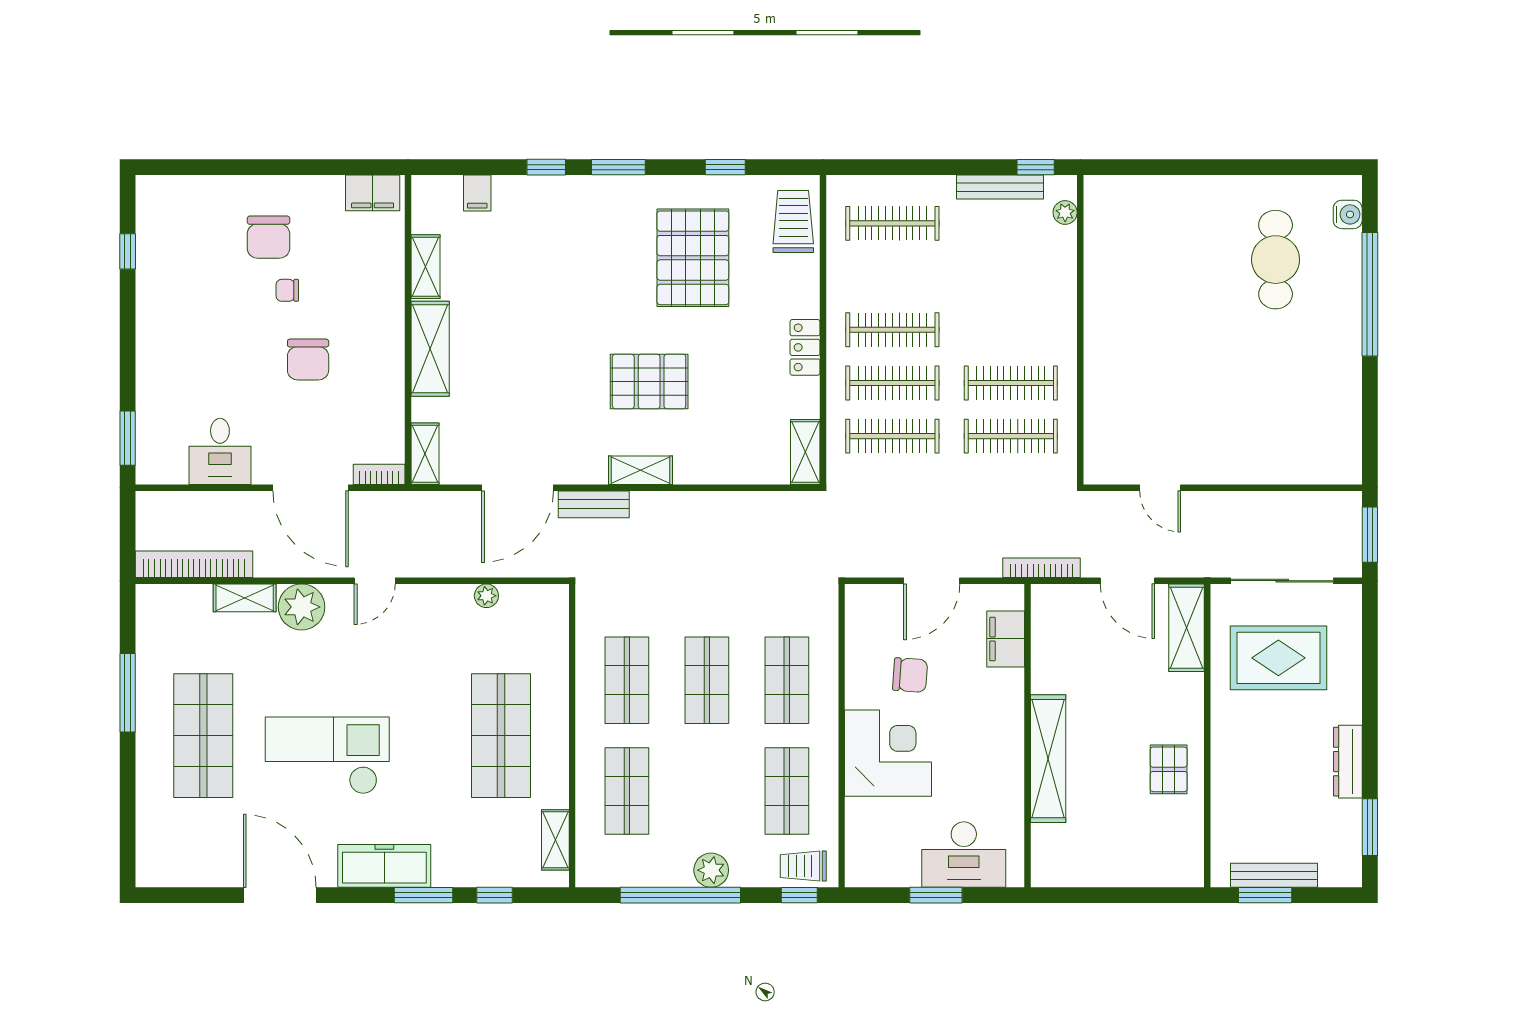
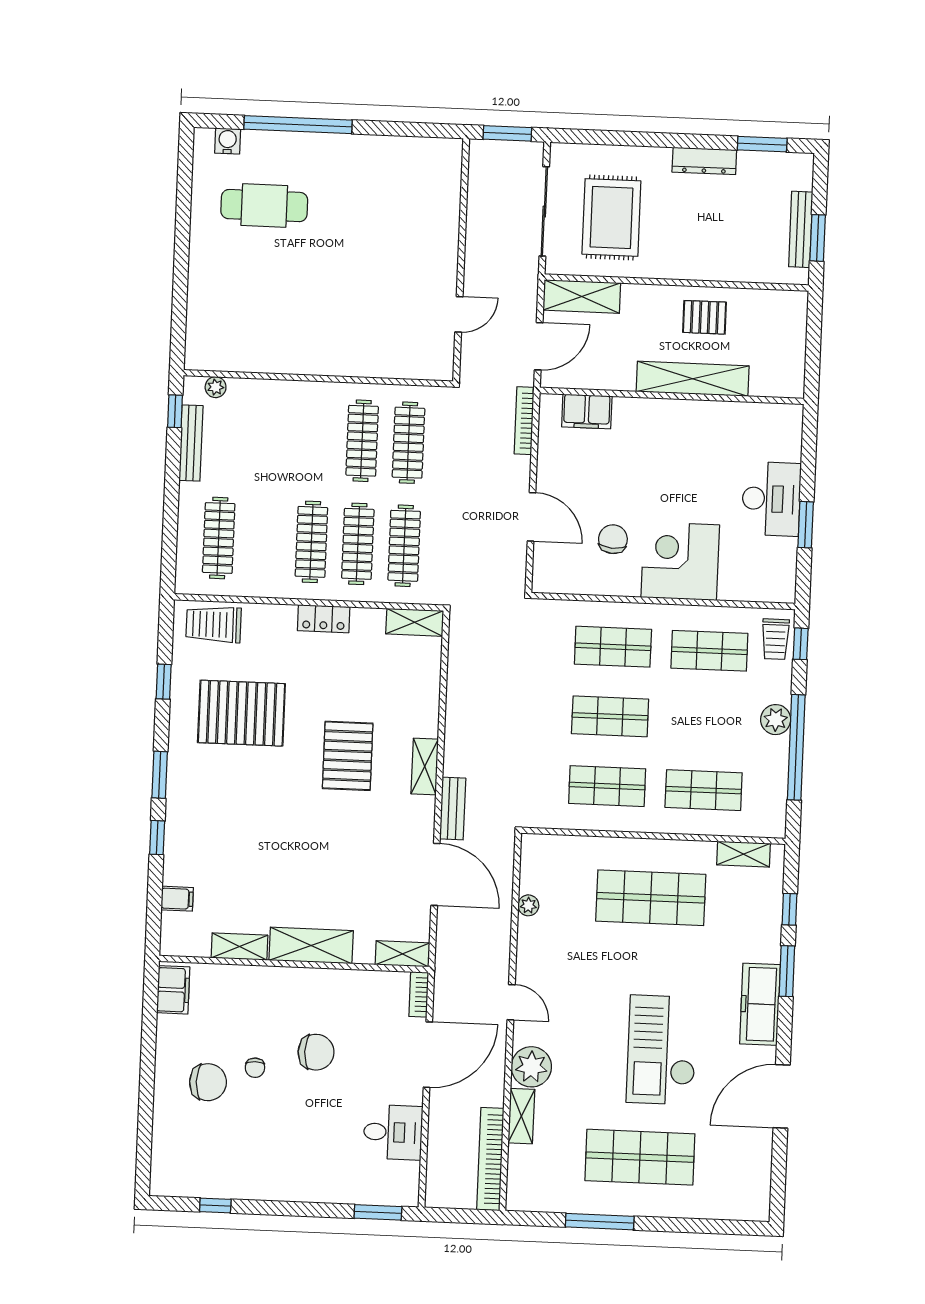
filing cabinet: (1006, 639) -> (587, 411), moved
wall: (1027, 736) -> (672, 396), moved
shelving: (1048, 759) -> (693, 379), moved

